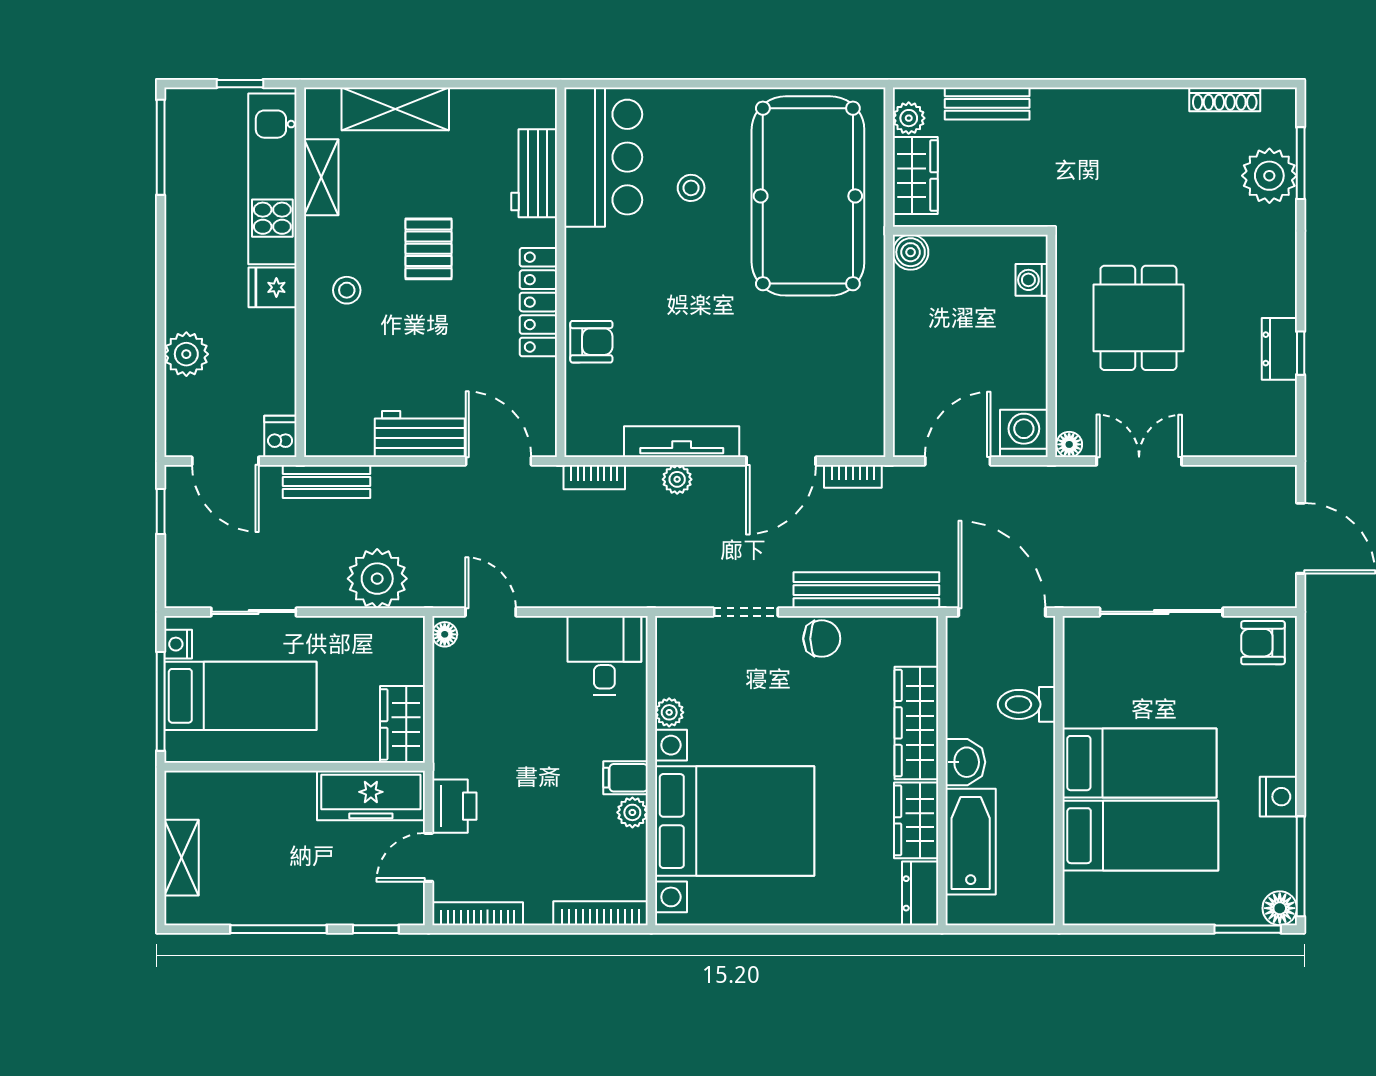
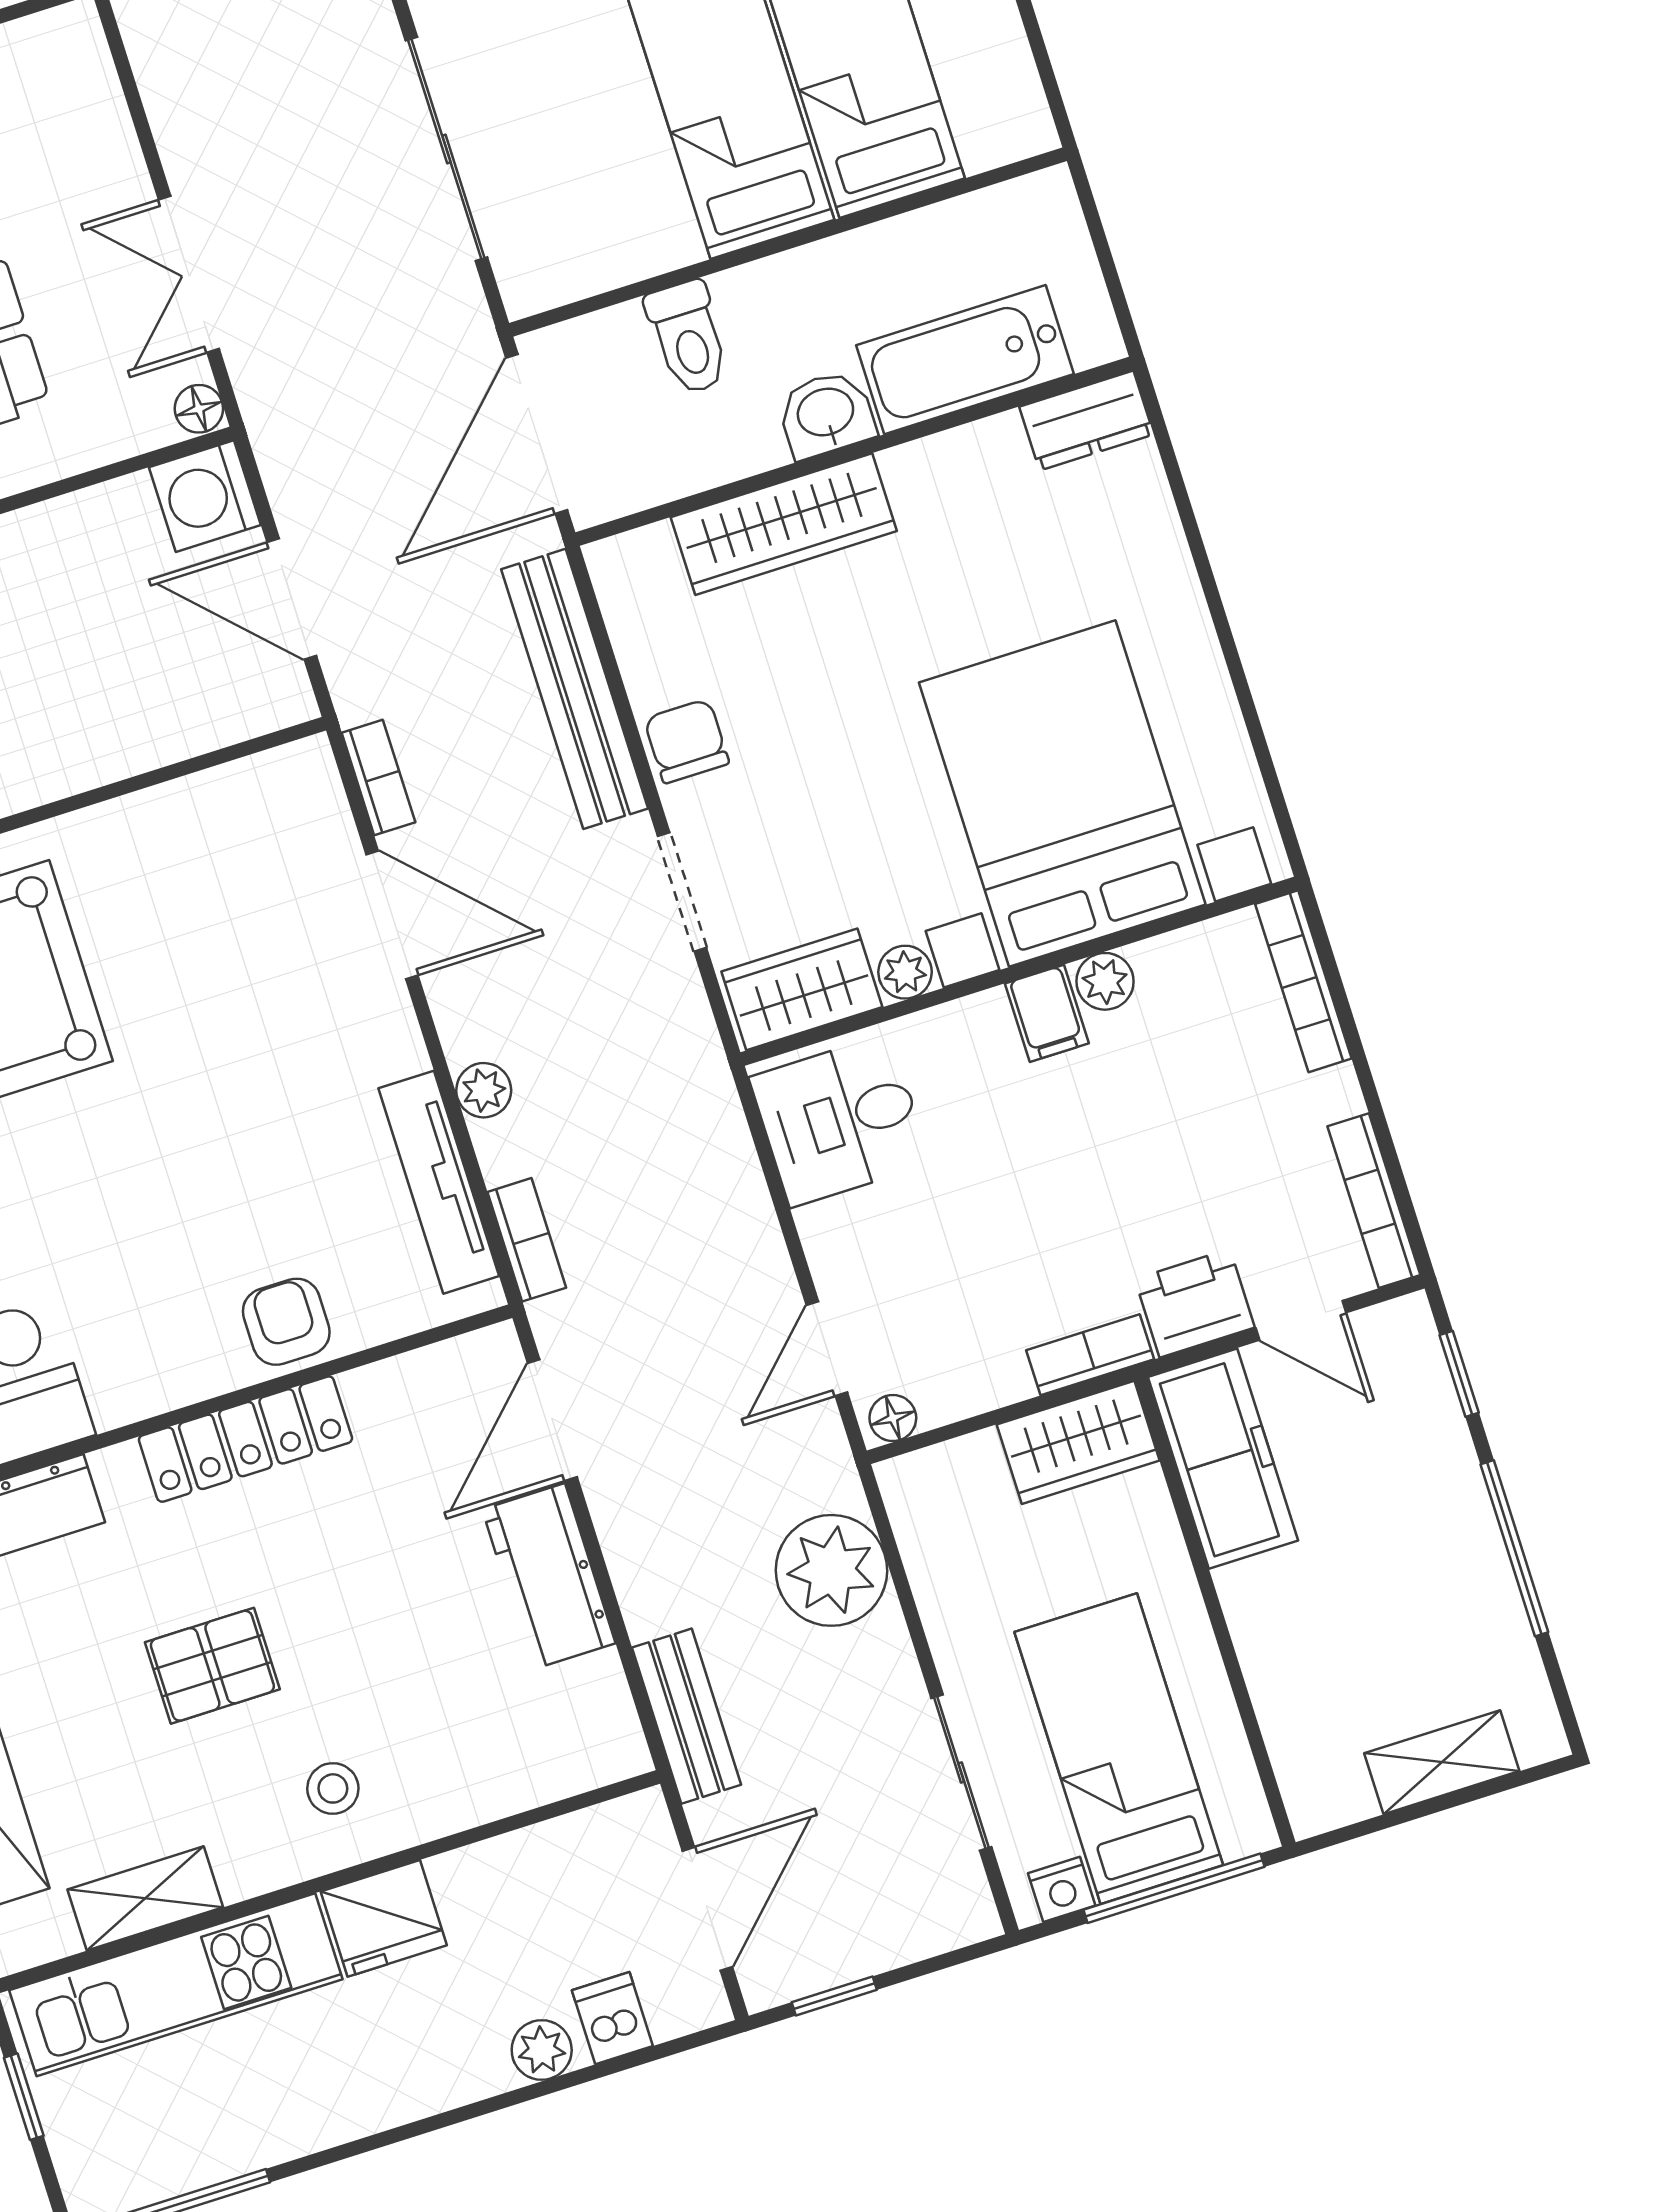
fridge: (273, 287) -> (384, 1918), width x1.38
plant: (186, 354) -> (542, 2050), width x0.73, depth x0.73
dishwasher: (280, 436) -> (612, 2018), moved, turned 90
tv unit: (682, 442) -> (439, 1182), moved
bookcase: (445, 745) -> (1090, 1355), added
wardrobe: (916, 820) -> (802, 989), moved, turned 180

